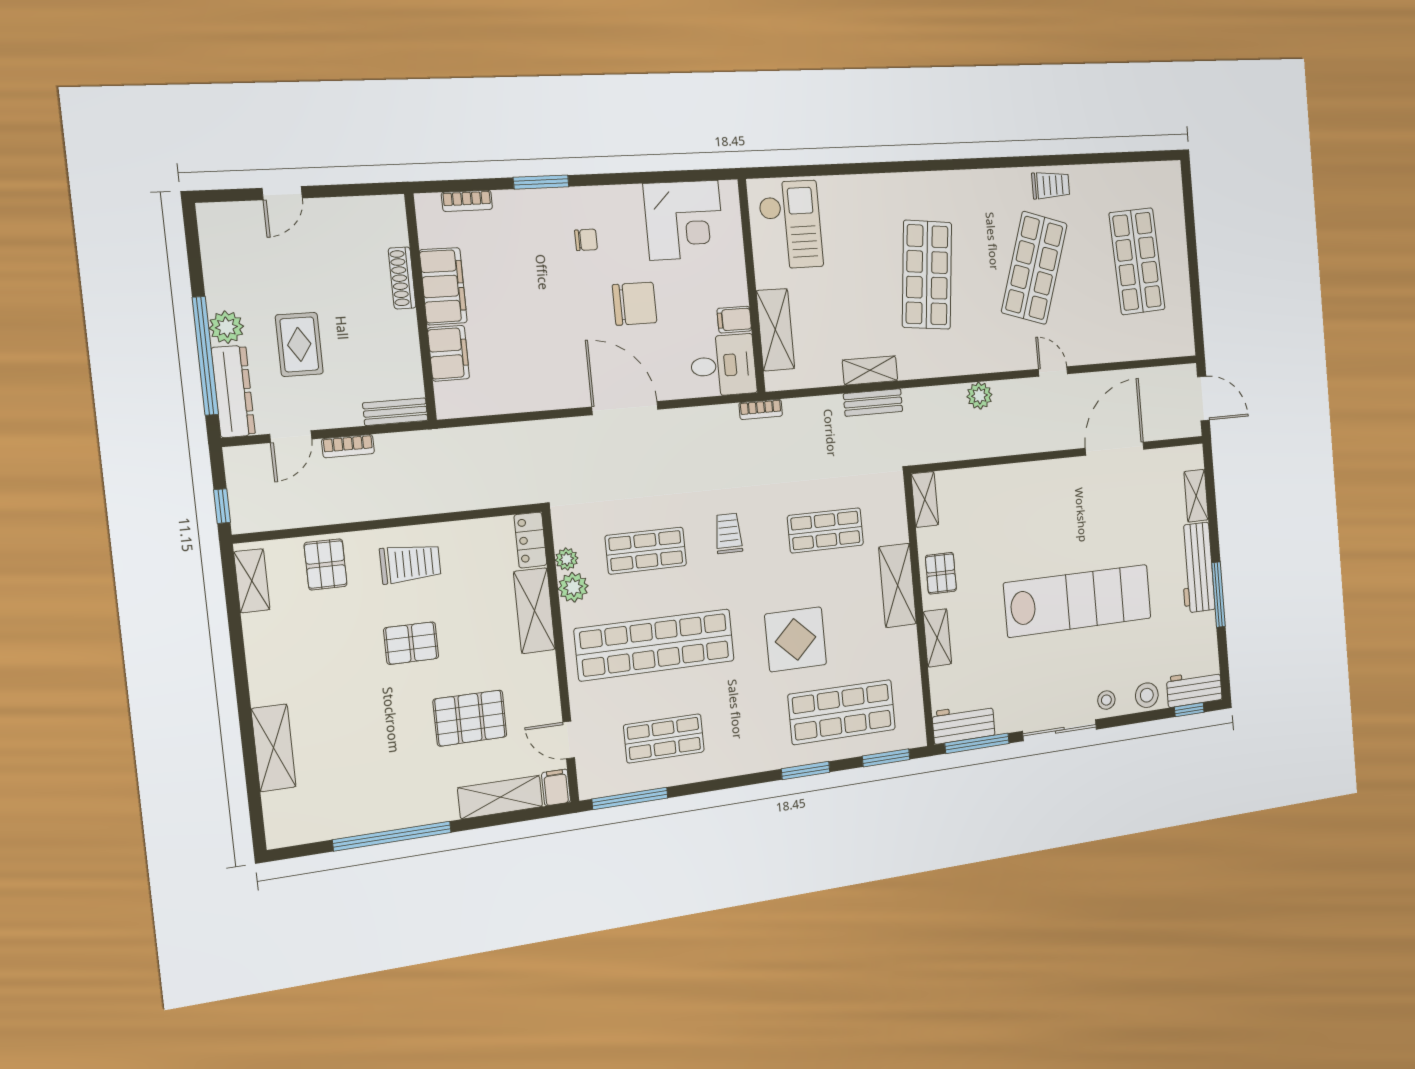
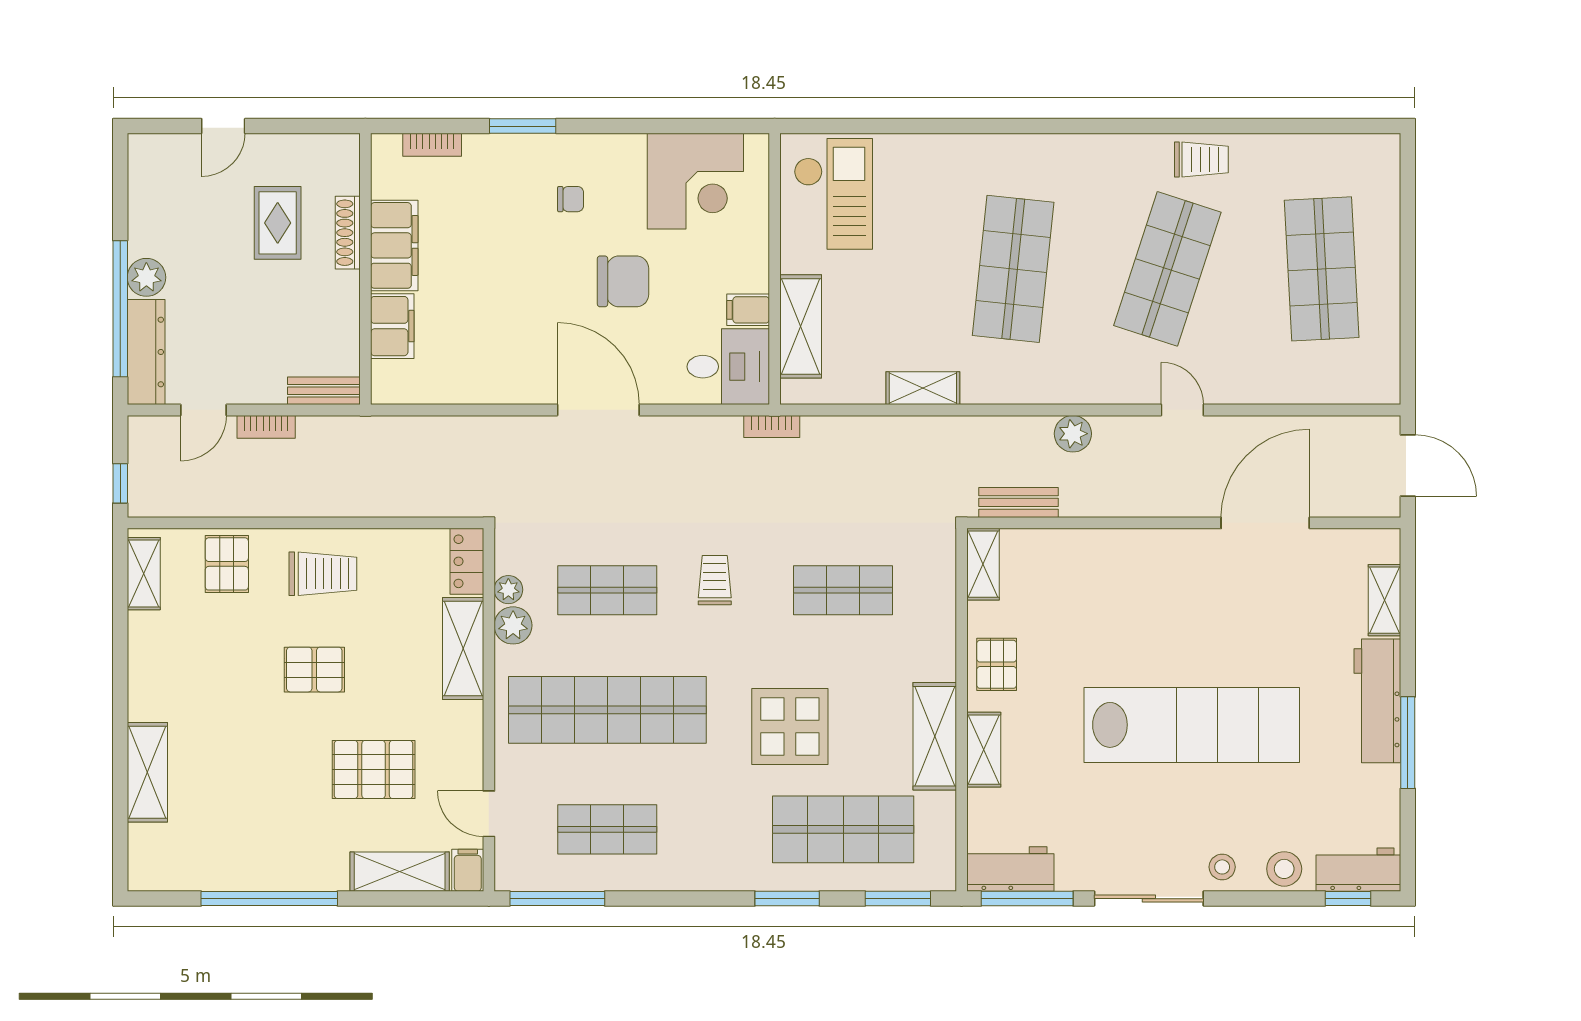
rug: (299, 344) -> (278, 223), moved
bench: (873, 403) -> (1019, 502), moved
shelving: (898, 585) -> (935, 736), moved

